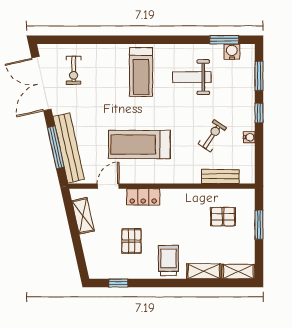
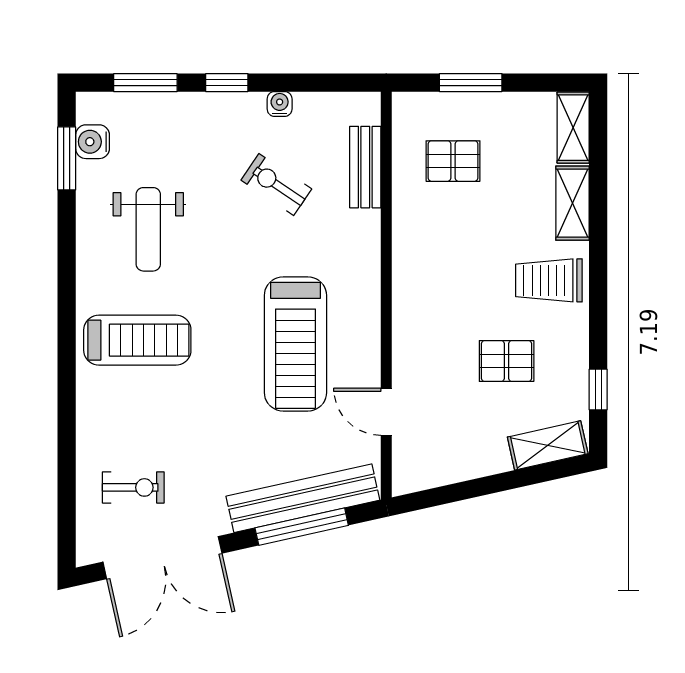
locker: (143, 197) -> (410, 335), removed
shelving: (83, 216) -> (548, 445), moved
pallet: (223, 217) -> (453, 161), turned 90

